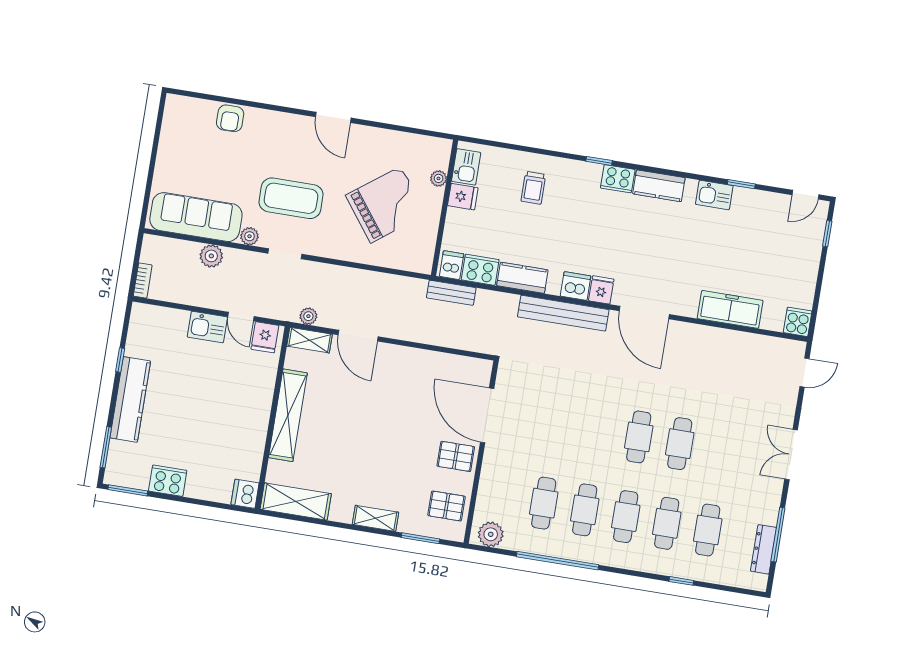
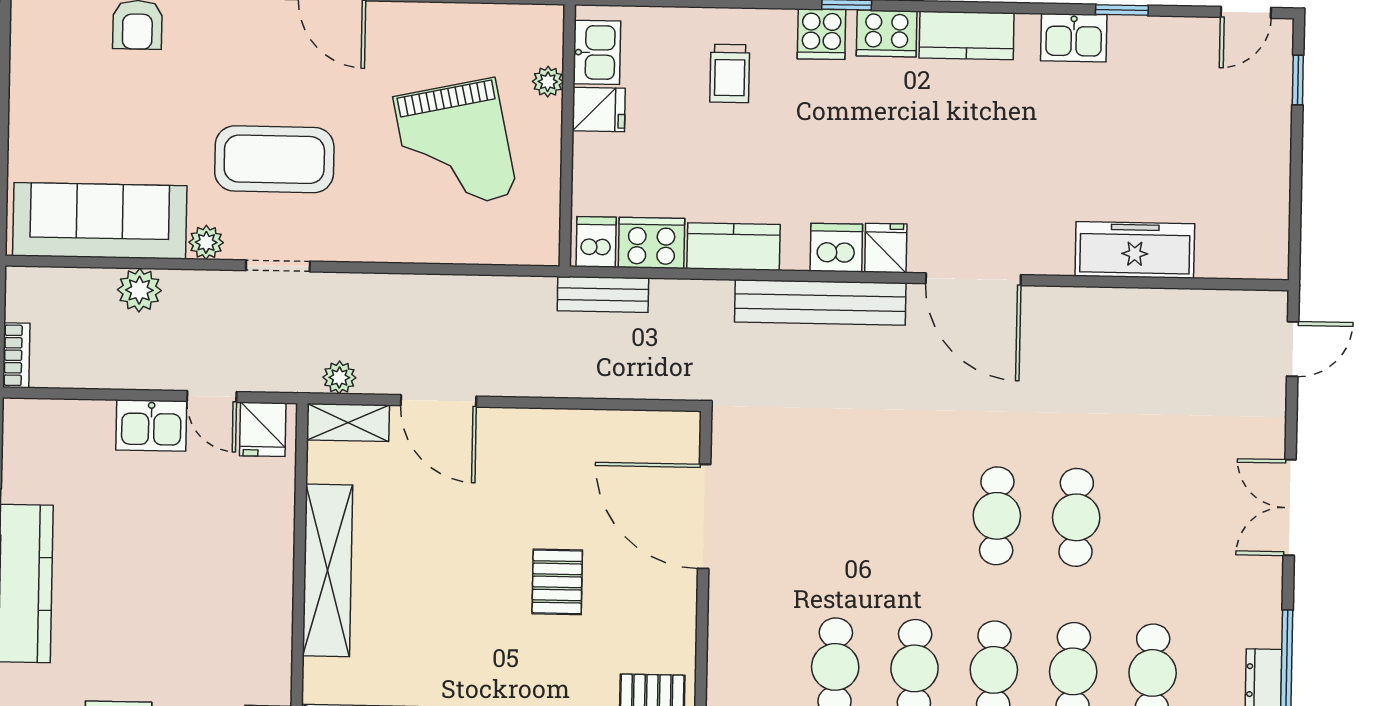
grand piano: (386, 205) -> (455, 146), turned 115
cooker: (798, 322) -> (821, 34), moved, turned 180
pallet: (456, 456) -> (557, 582), moved, turned 90

